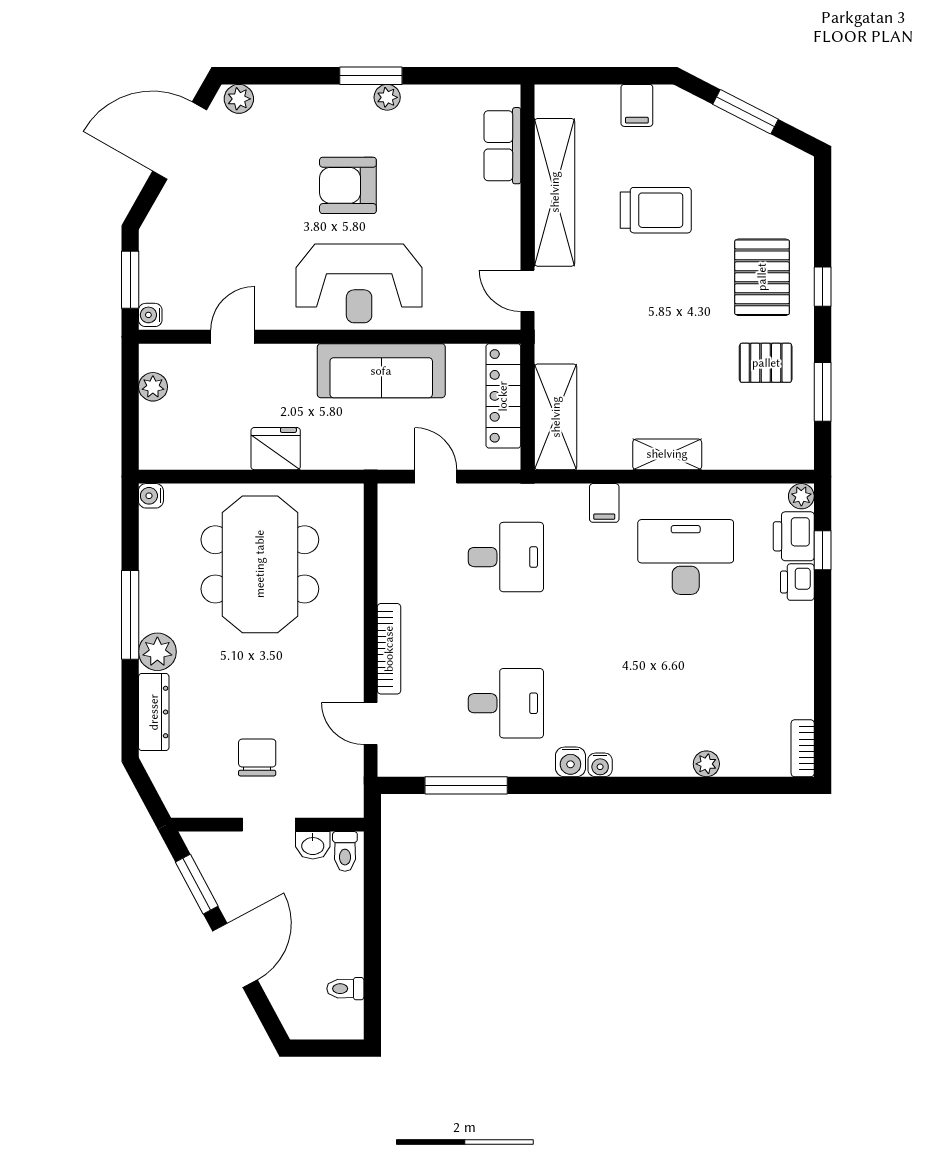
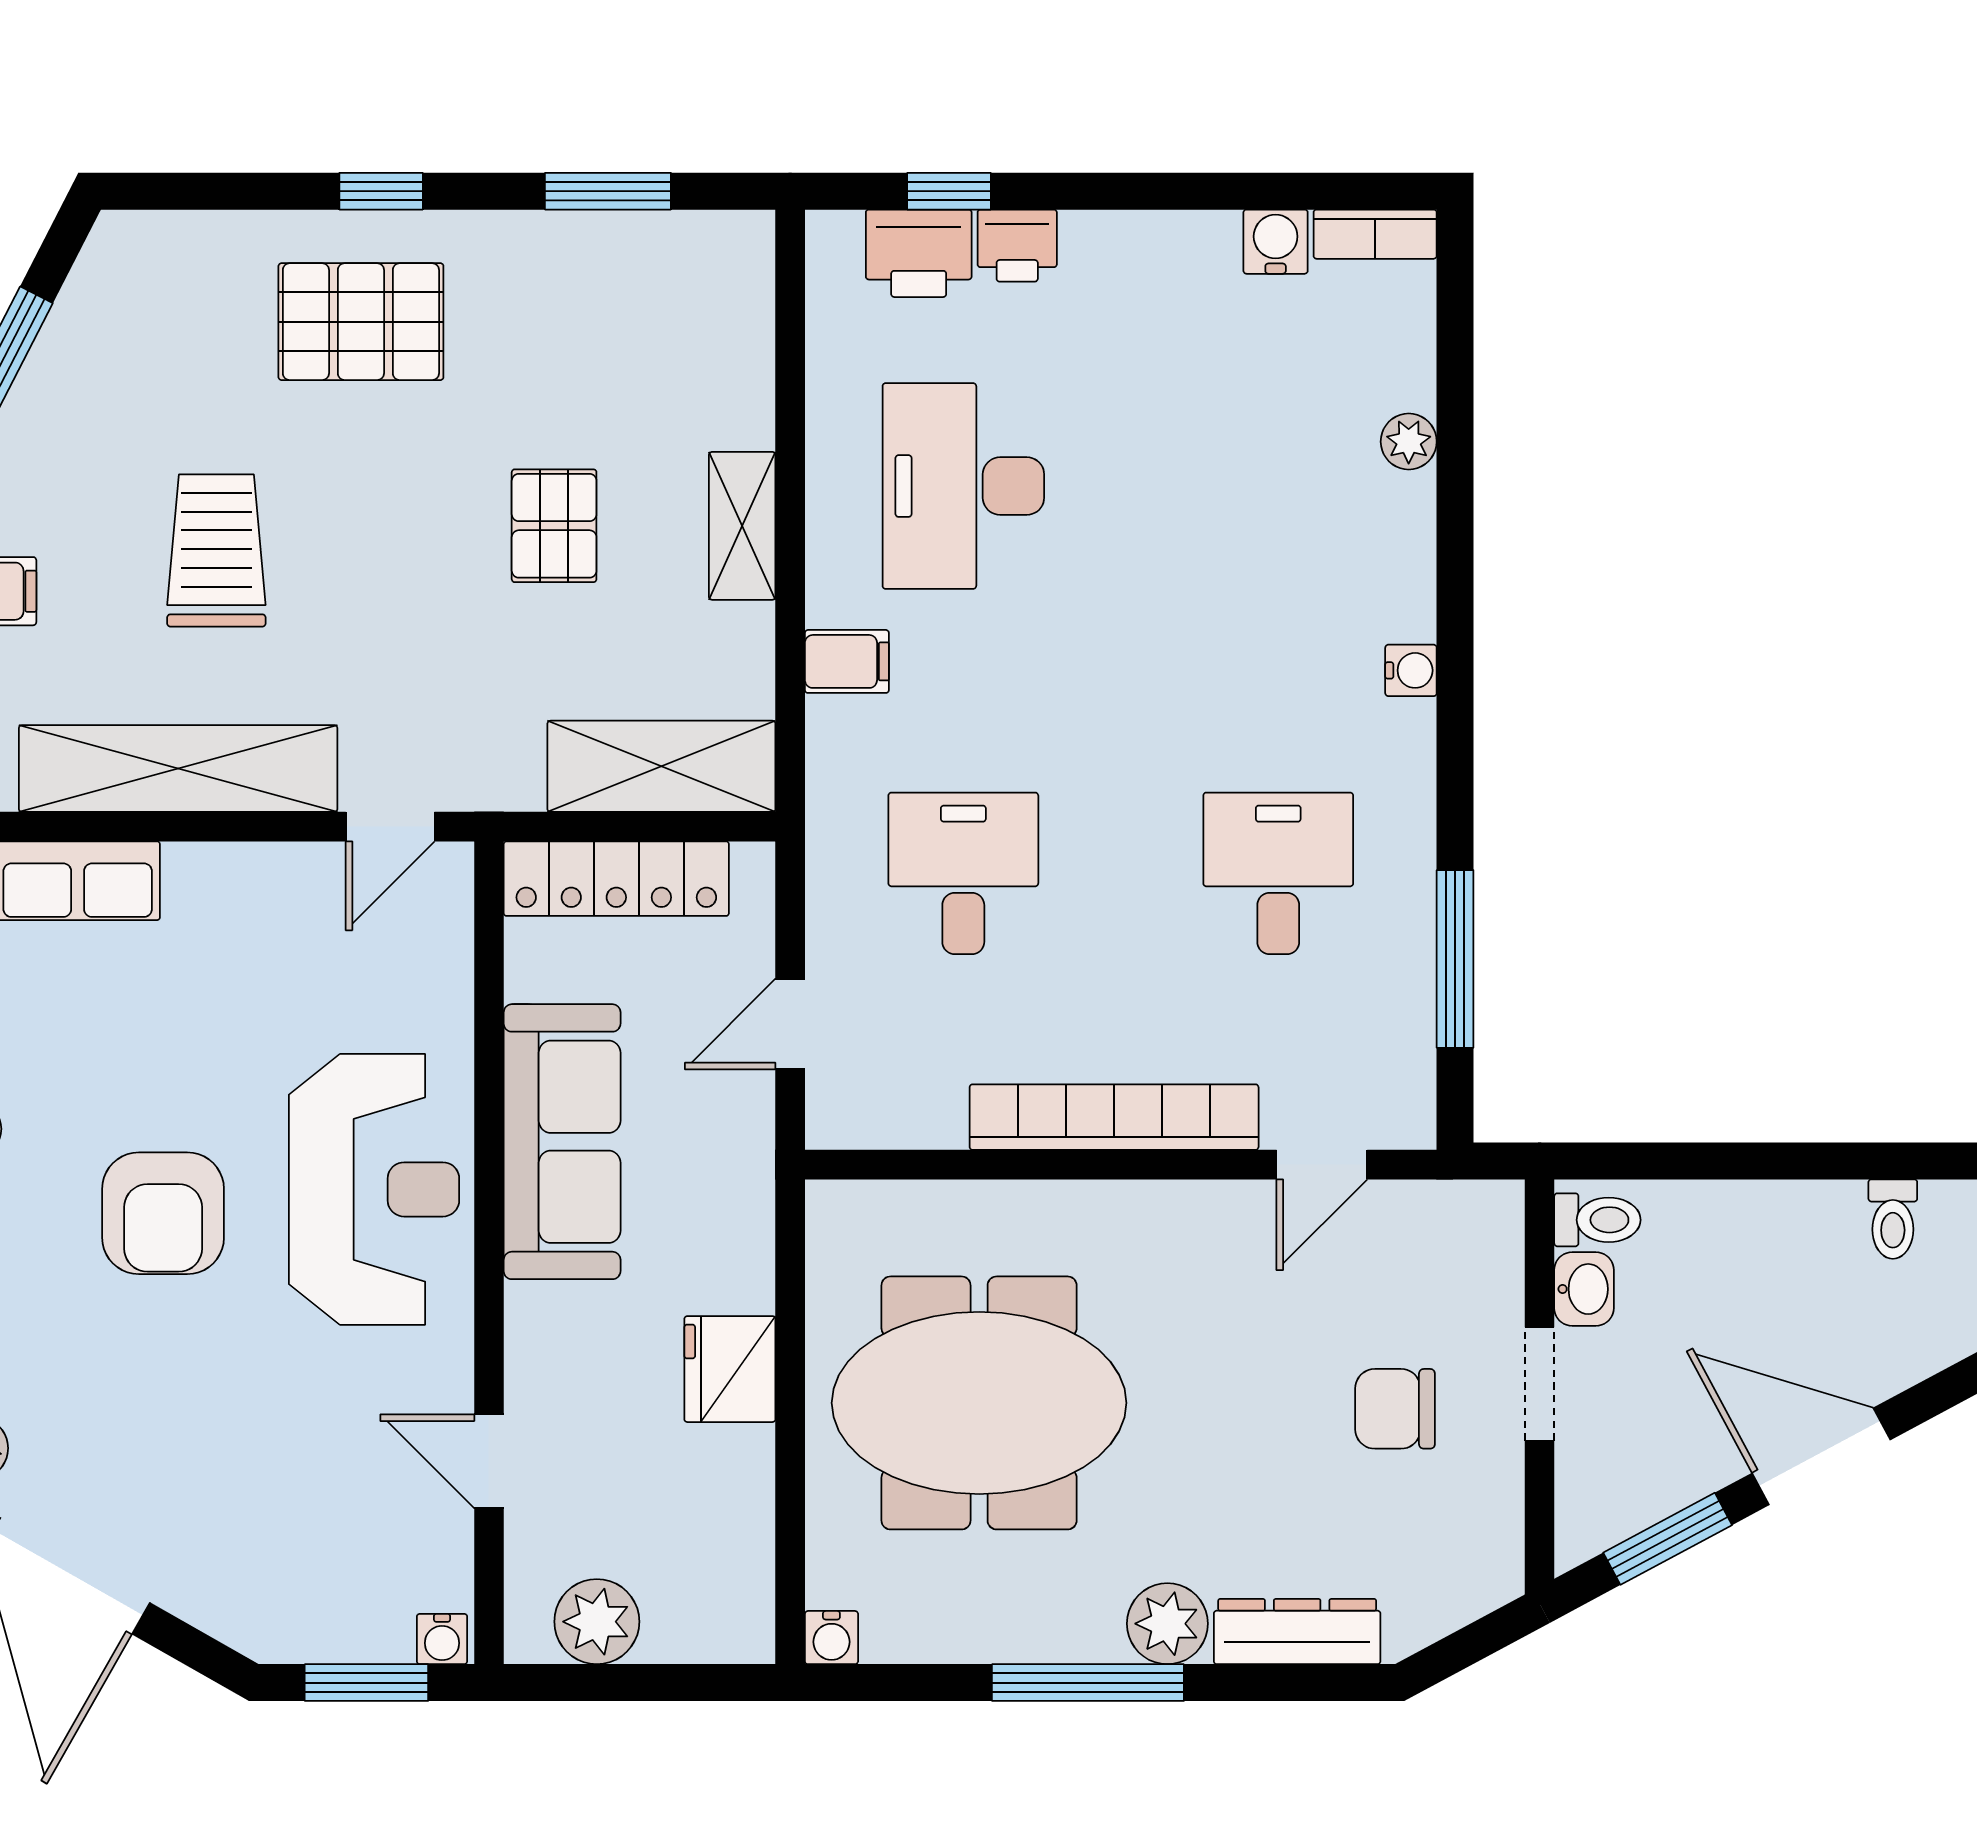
pallet: (766, 363) -> (554, 526), moved
plant: (153, 387) -> (597, 1622), width x1.38, depth x1.38
plant: (801, 496) -> (832, 237), removed
bookcase: (389, 649) -> (1114, 1117), width x1.48, depth x1.31
water cooler: (570, 762) -> (1276, 242), moved, turned -90

